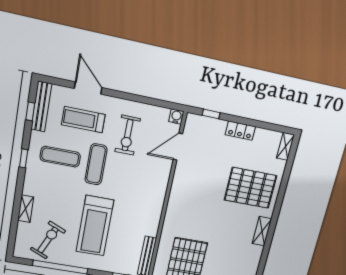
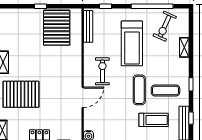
exercise bike: (128, 135) -> (102, 71), moved
door: (178, 147) -> (83, 97), moved
treadmill: (95, 226) -> (132, 43), turned 180

